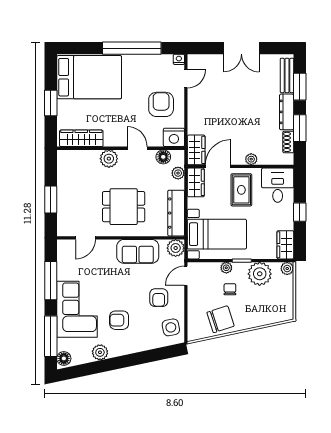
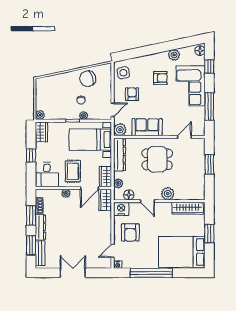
plant: (260, 274) -> (60, 111), removed
window: (51, 336) -> (209, 66), width x0.46

